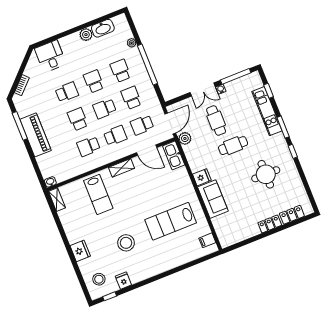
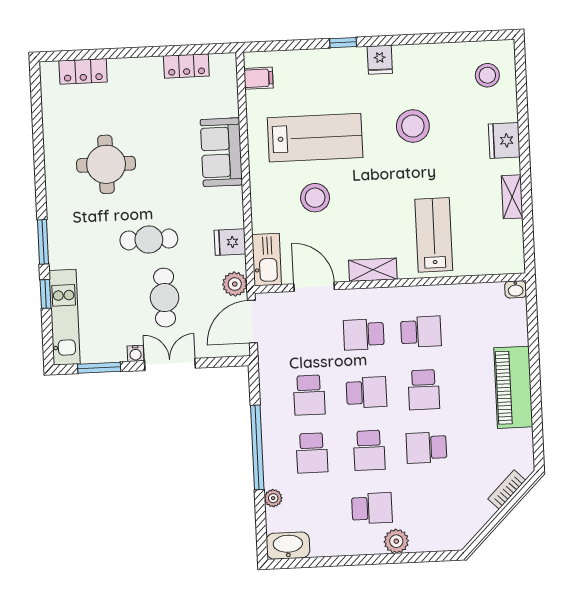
washbasin: (103, 28) -> (288, 546), moved
plant: (86, 35) -> (396, 541), moved
desk: (50, 56) -> (434, 525), removed
window: (236, 76) -> (99, 368), width x0.69
window: (269, 91) -> (45, 294), moved
kitchen unit: (267, 111) -> (65, 317), moved
school desk: (142, 125) -> (372, 508), moved
window: (20, 126) -> (537, 414), removed
window: (293, 151) -> (41, 190), removed
fridge: (202, 177) -> (230, 242), moved
stool: (161, 193) -> (315, 198), added
shelving: (57, 200) -> (512, 197), moved
locker: (270, 224) -> (186, 66), moved
fridge: (123, 281) -> (380, 60), moved
window: (110, 296) -> (343, 43), moved

